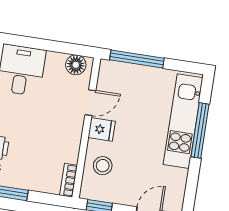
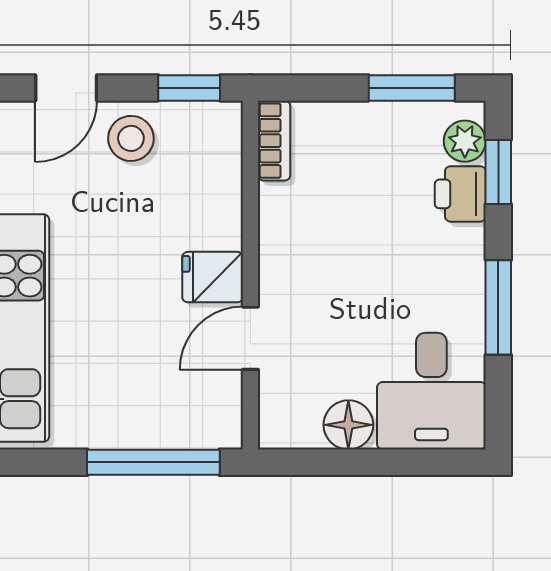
floor lamp: (76, 65) -> (348, 425), moved
stool: (103, 166) -> (131, 138), moved

